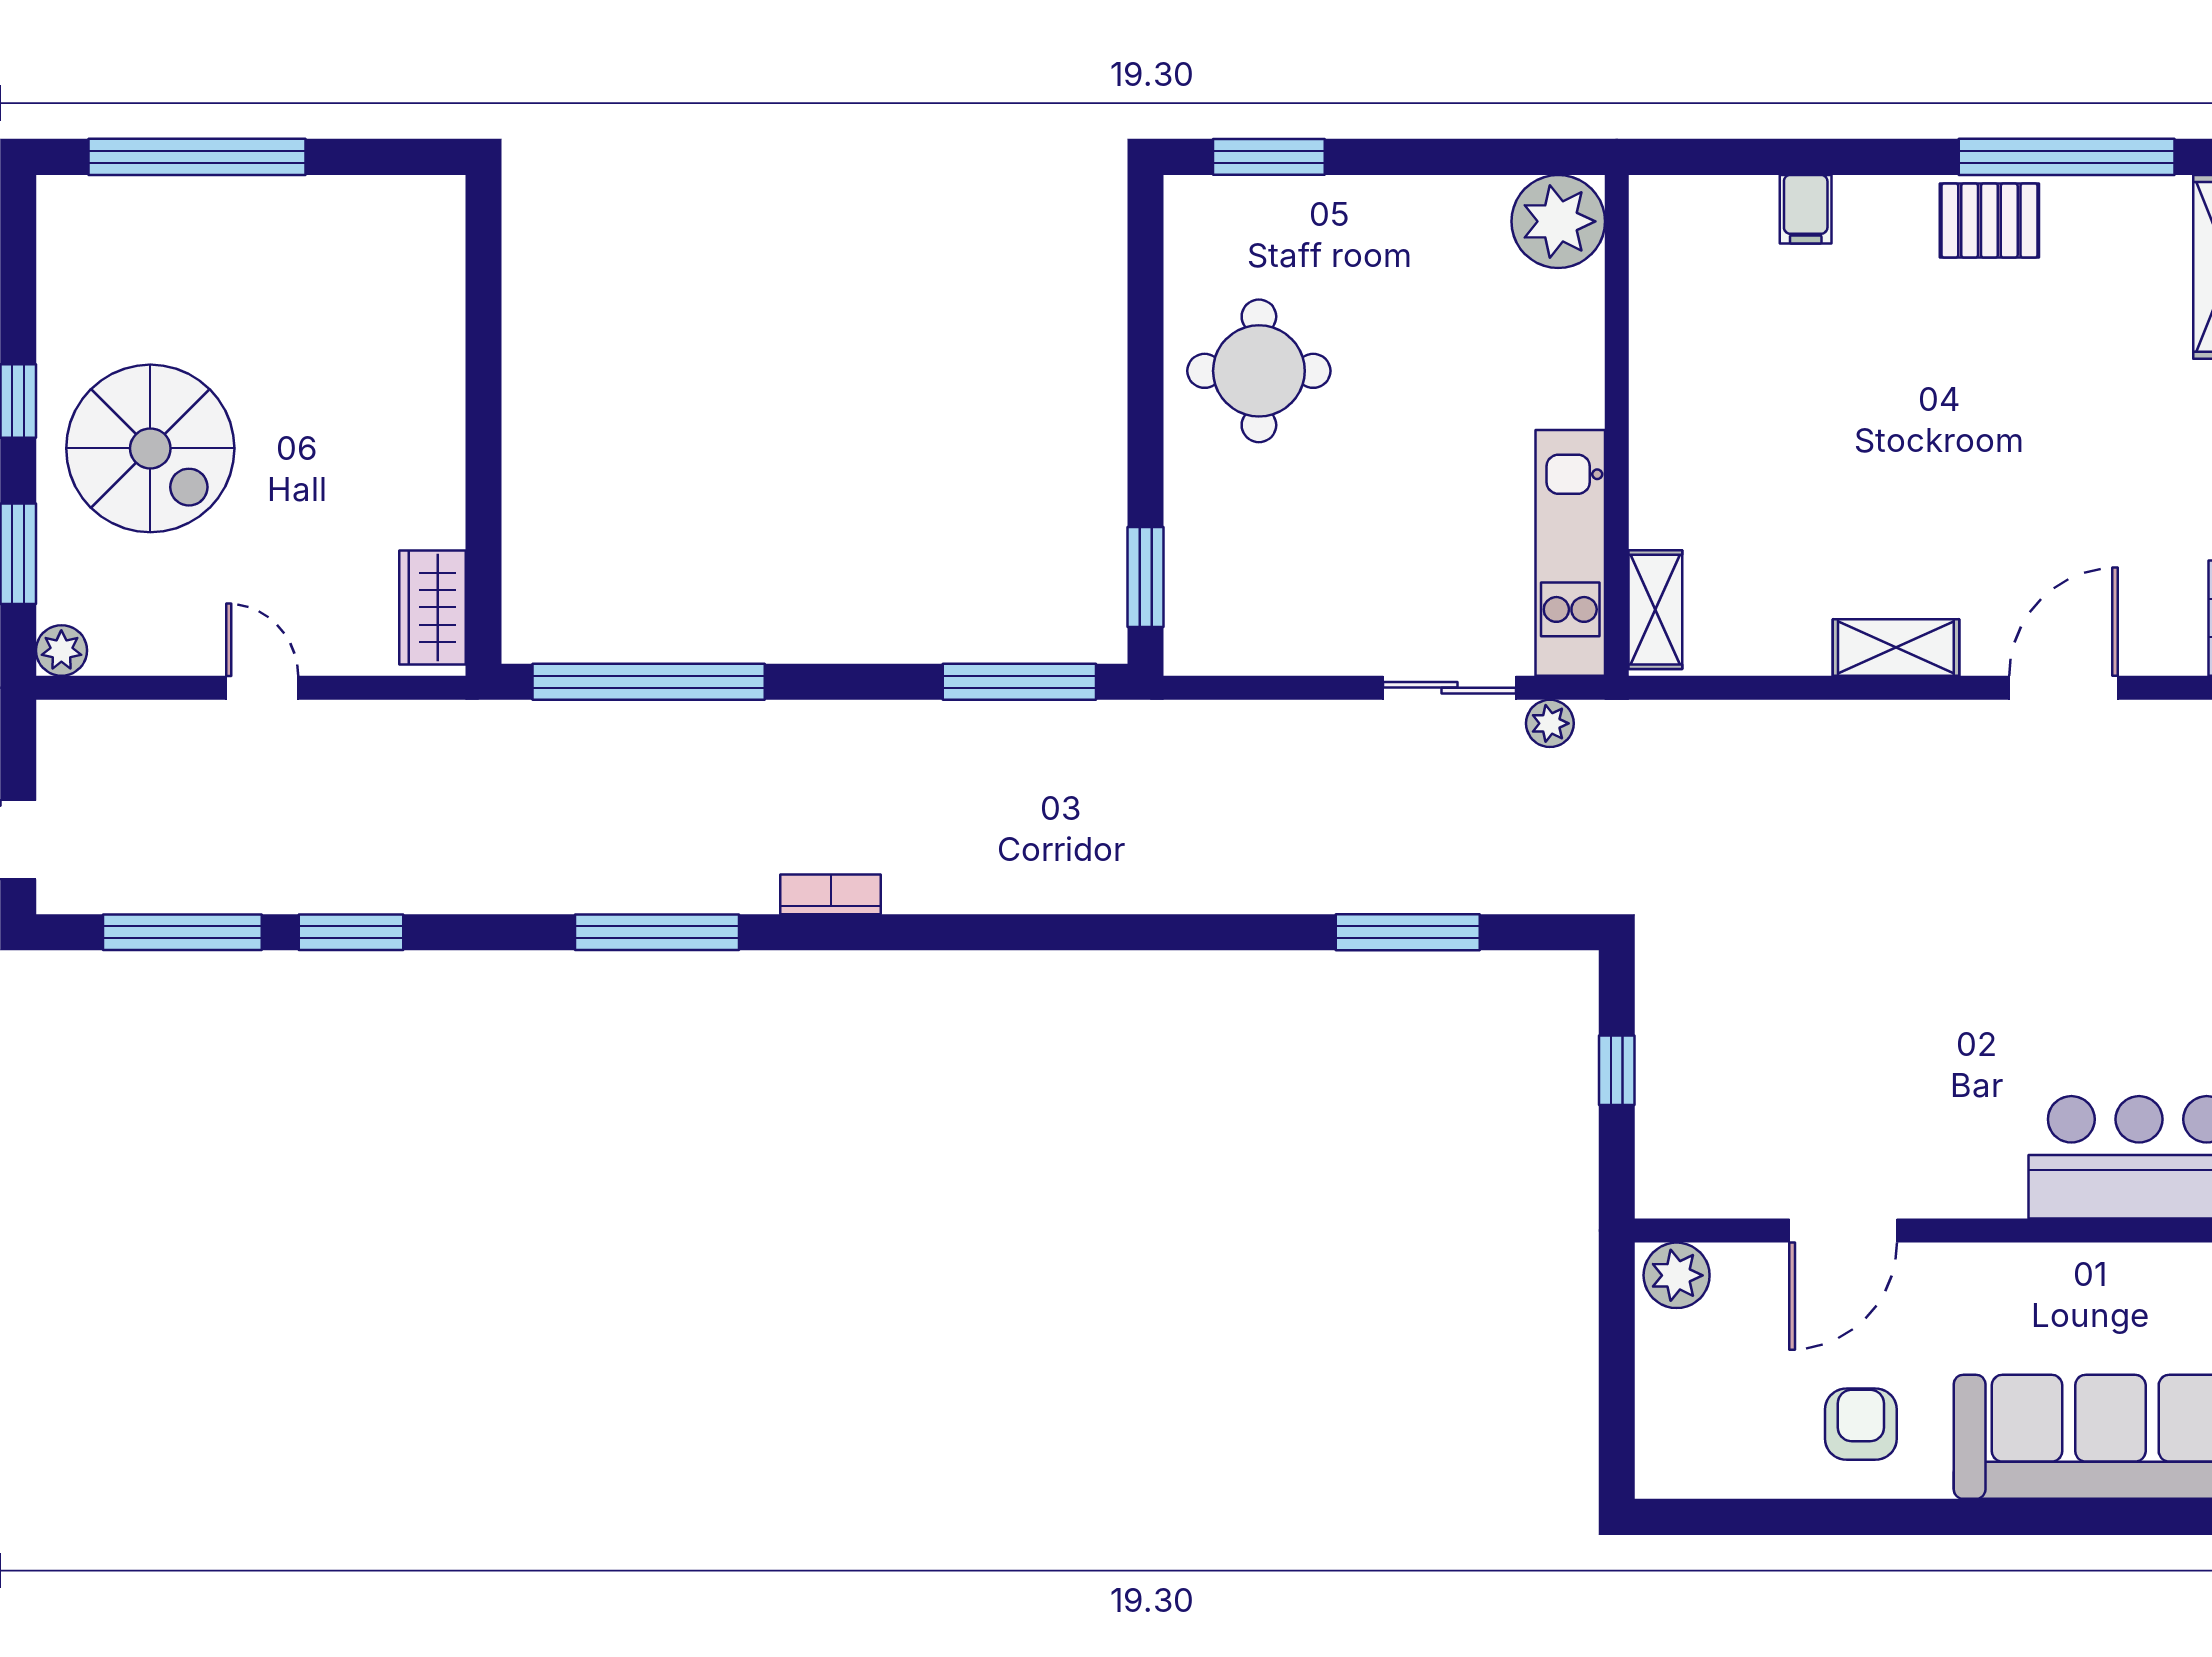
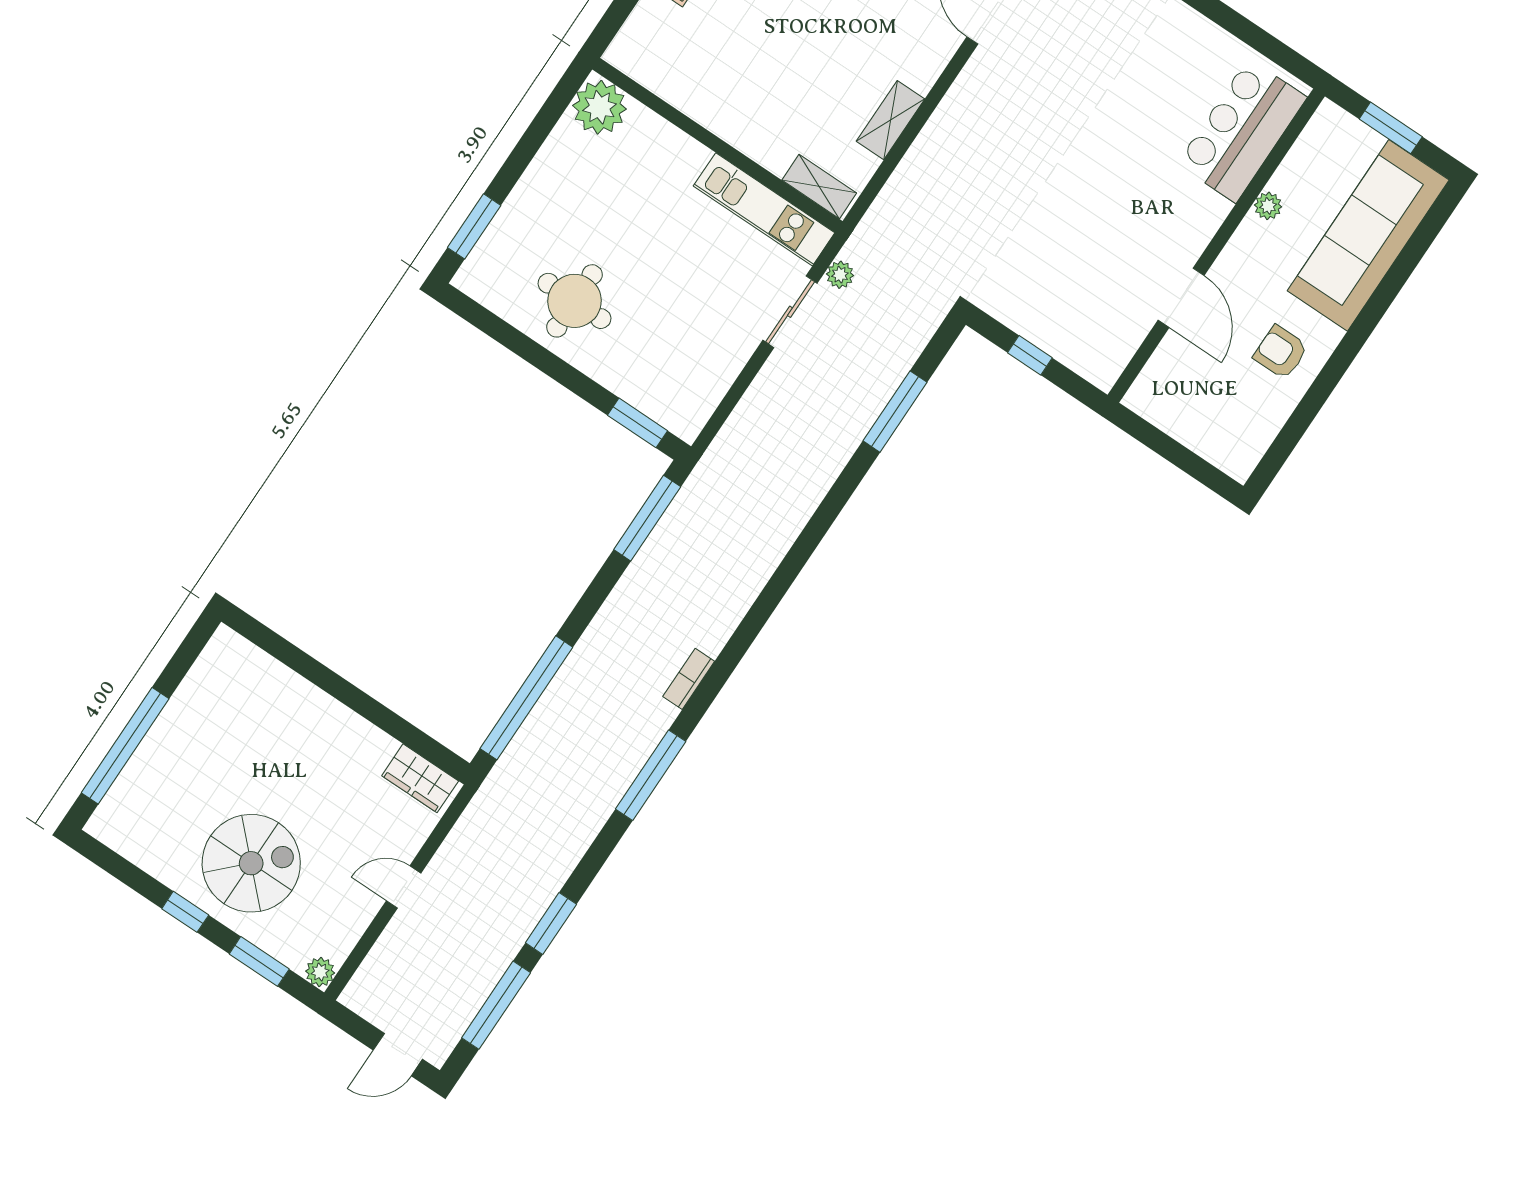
shelving: (1896, 647) -> (890, 120), moved
plant: (1677, 1275) -> (1268, 206), moved, width x0.73, depth x0.73

